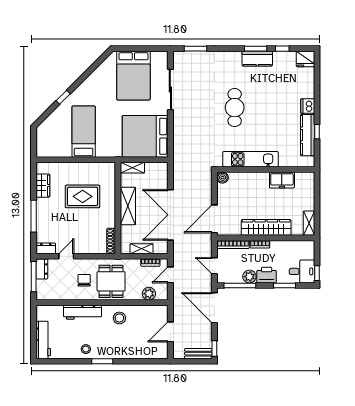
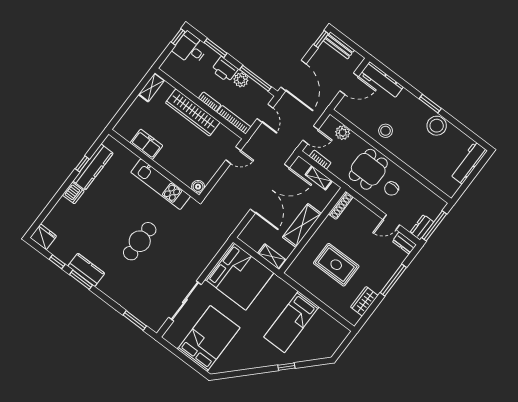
door: (214, 219) -> (233, 155), width x0.53
workbench: (83, 312) -> (382, 80), moved, turned 180
stool: (86, 349) -> (437, 126), width x1.89, depth x1.89

